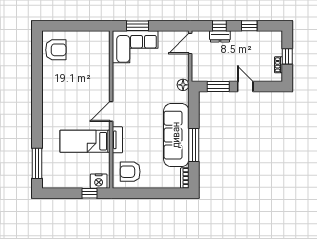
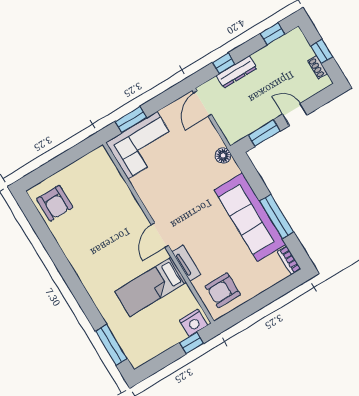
window: (249, 26) -> (272, 34), moved
dresser: (220, 36) -> (237, 72), width x1.44
armchair: (56, 50) -> (55, 203), turned 90

